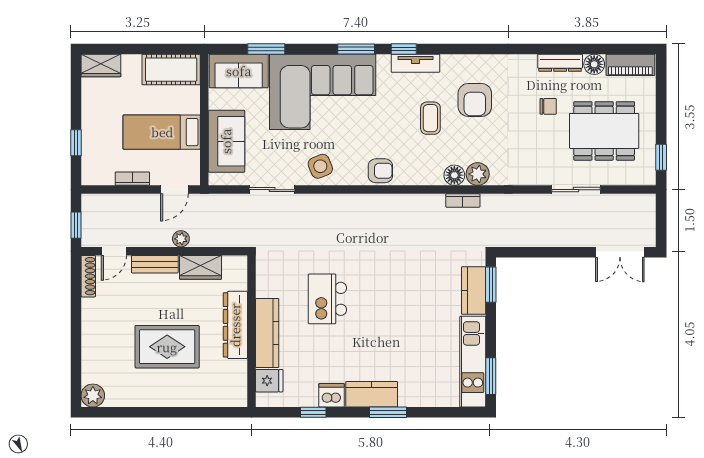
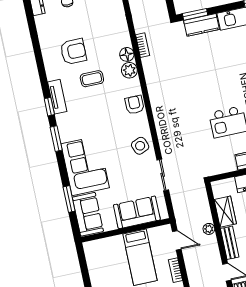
cot: (171, 70) -> (97, 260), removed
corner sofa: (323, 92) -> (85, 166), width x0.73, depth x0.74
plant: (478, 174) -> (129, 70), moved

